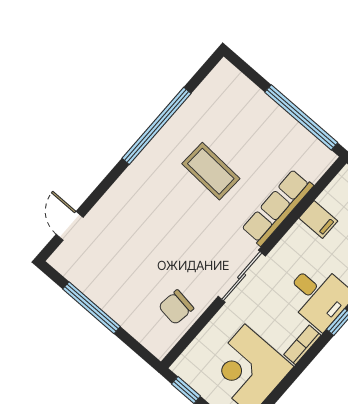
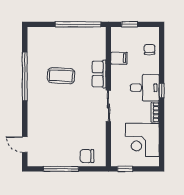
row of seats: (277, 207) -> (99, 74), width x0.68
chair: (176, 307) -> (87, 156), moved, turned 82

